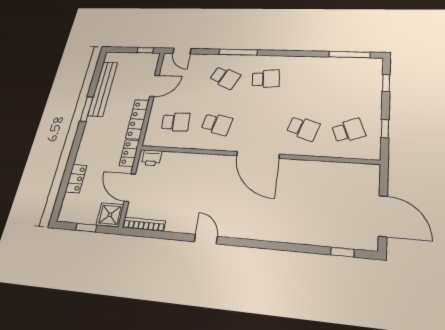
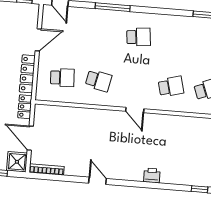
school desk: (225, 78) -> (102, 34), removed
school desk: (303, 128) -> (171, 87), turned -33
door: (258, 155) -> (135, 110), width x0.53
printer: (152, 158) -> (152, 175), moved, turned 180

